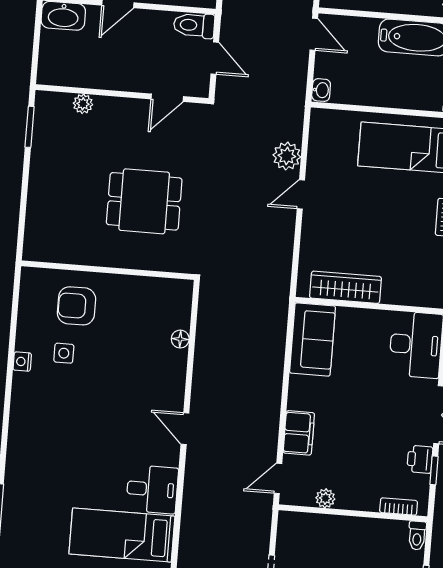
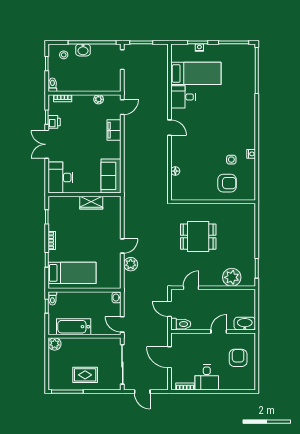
plant: (83, 104) -> (232, 277), width x1.87, depth x1.87
wardrobe: (345, 287) -> (91, 203), width x0.67

